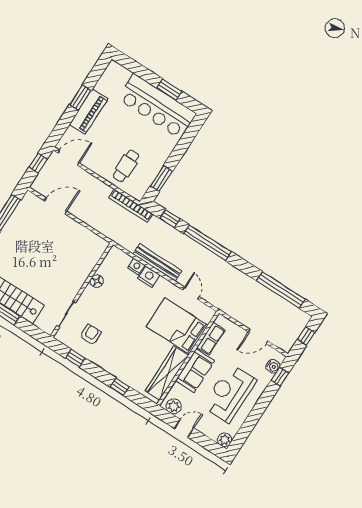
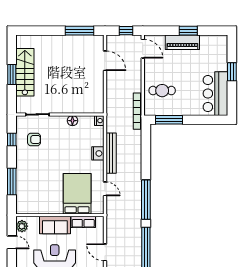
window: (169, 90) -> (232, 72), moved
bar counter: (157, 106) -> (215, 94), width x0.73
window: (161, 178) -> (169, 120), width x1.44
window: (170, 218) -> (146, 143), removed
window: (207, 243) -> (146, 200), moved
nightstand: (136, 267) -> (99, 121), moved
door: (191, 293) -> (105, 189), hinge flipped
wardrobe: (167, 373) -> (41, 207), removed
window: (120, 387) -> (12, 182), width x2.17

